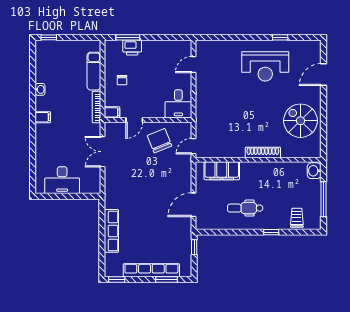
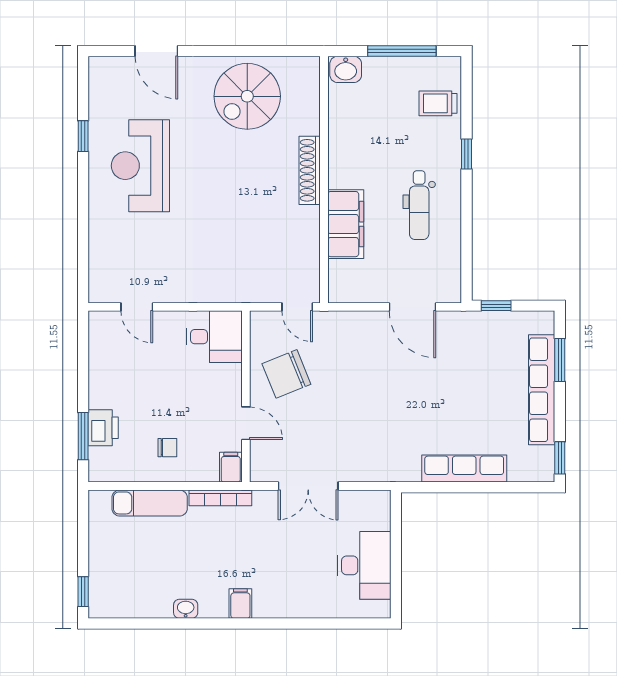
reception desk: (265, 66) -> (140, 166), turned 180
filing cabinet: (222, 171) -> (346, 224), moved

